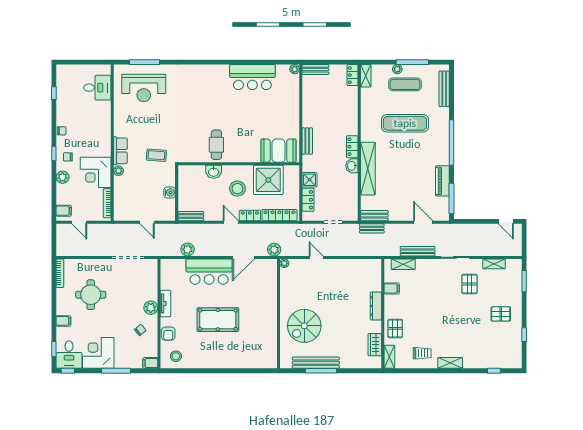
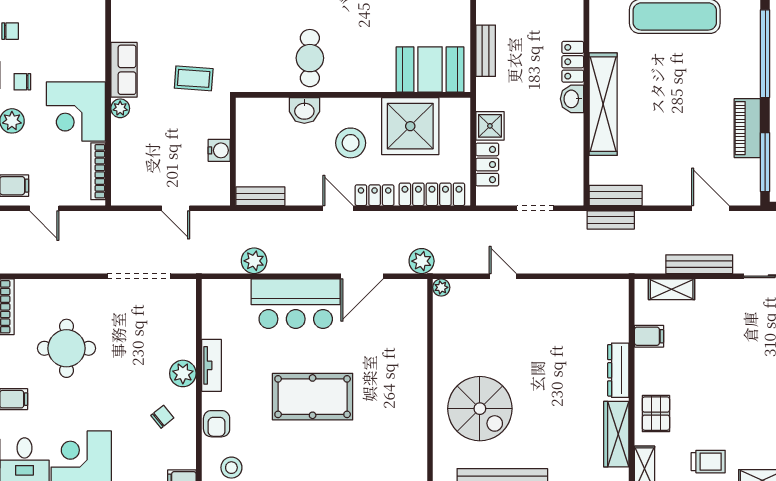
spiral stairs: (304, 326) -> (480, 409), turned -90
wardrobe: (375, 345) -> (616, 434), width x1.50

